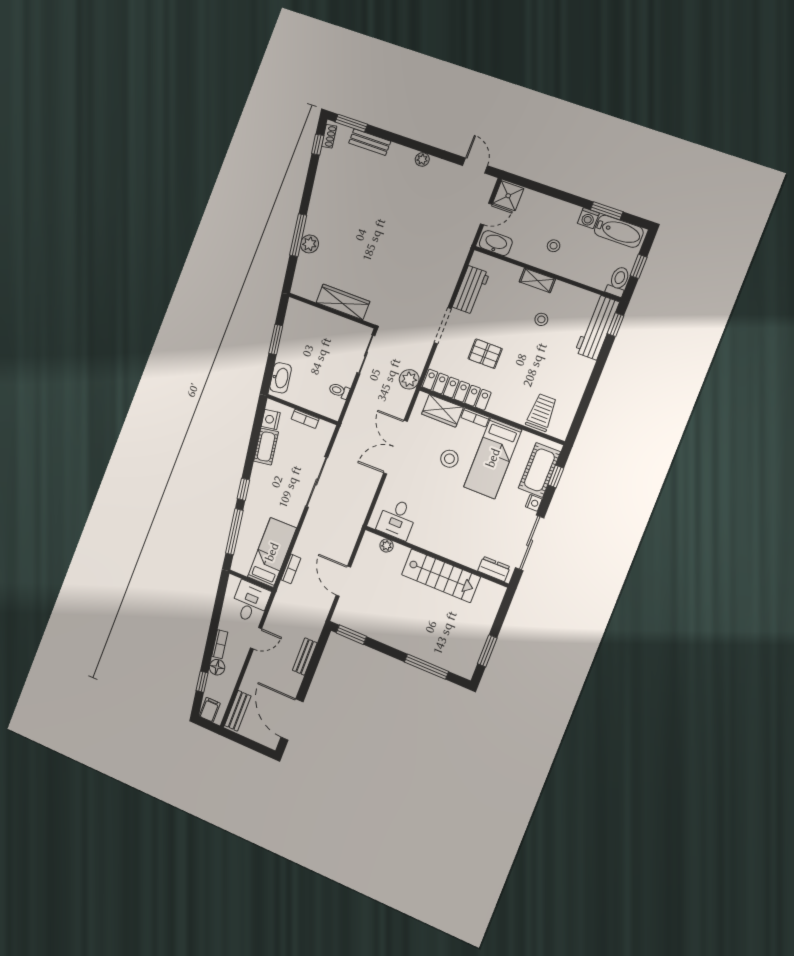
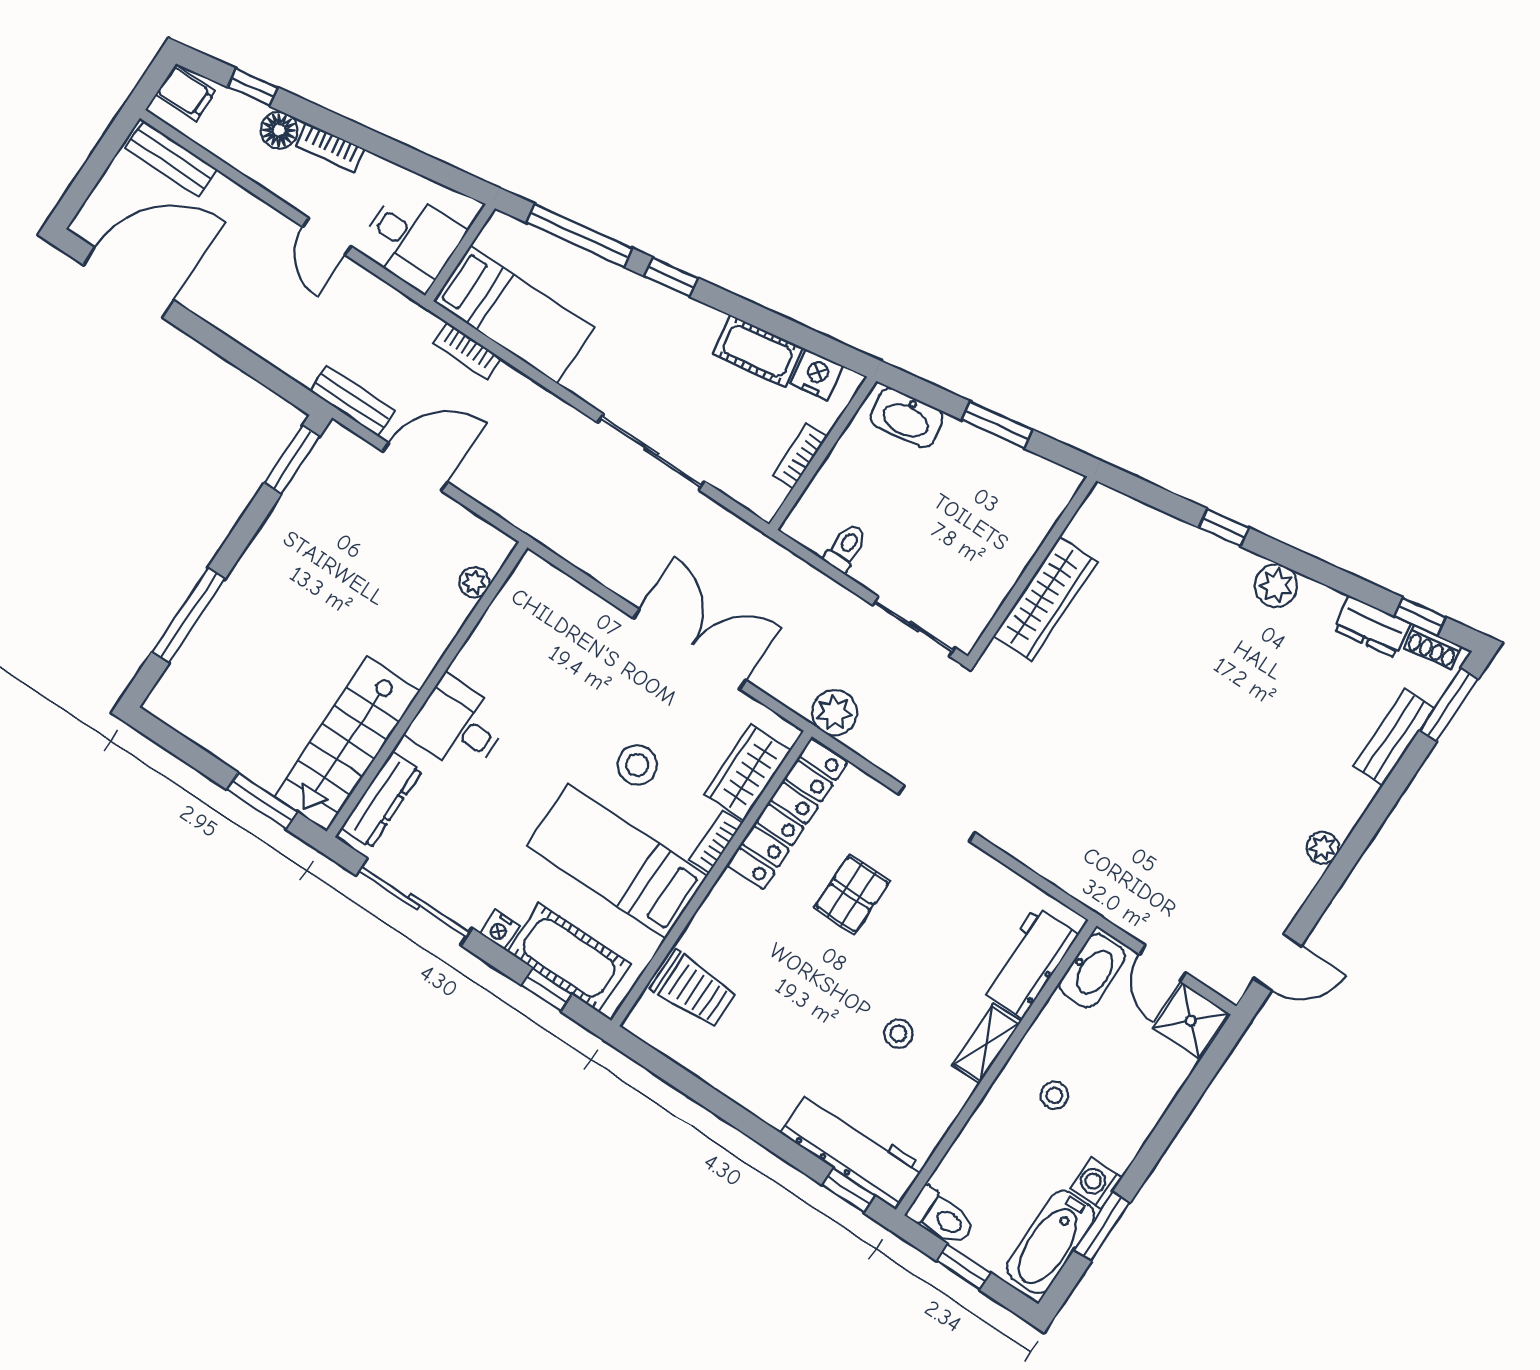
dresser: (326, 163) -> (1372, 627), added
window: (298, 235) -> (1224, 528), width x0.46
plant: (310, 244) -> (1276, 586), moved
workbench: (471, 290) -> (1029, 962), moved, turned 90
desk: (397, 519) -> (458, 725), moved
dresser: (494, 569) -> (381, 800), width x1.44
stairs: (441, 576) -> (347, 744), moved
window: (487, 651) -> (262, 801), moved
bench: (305, 657) -> (352, 401), moved

